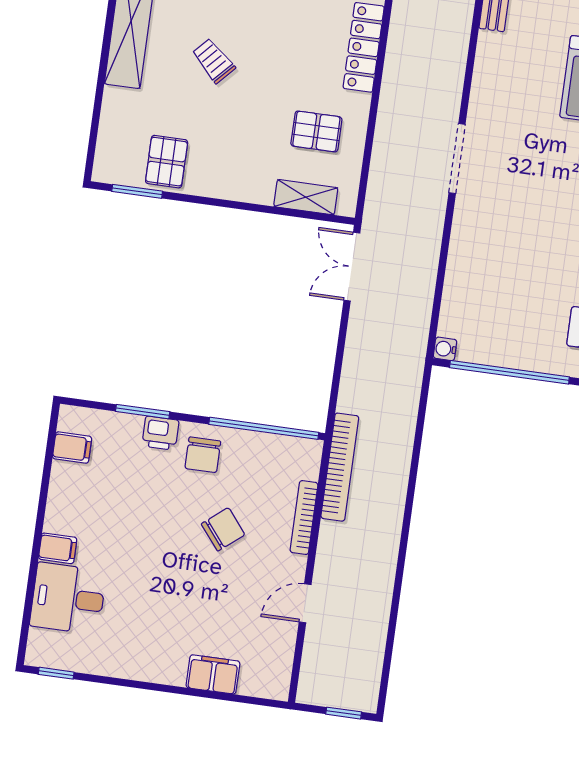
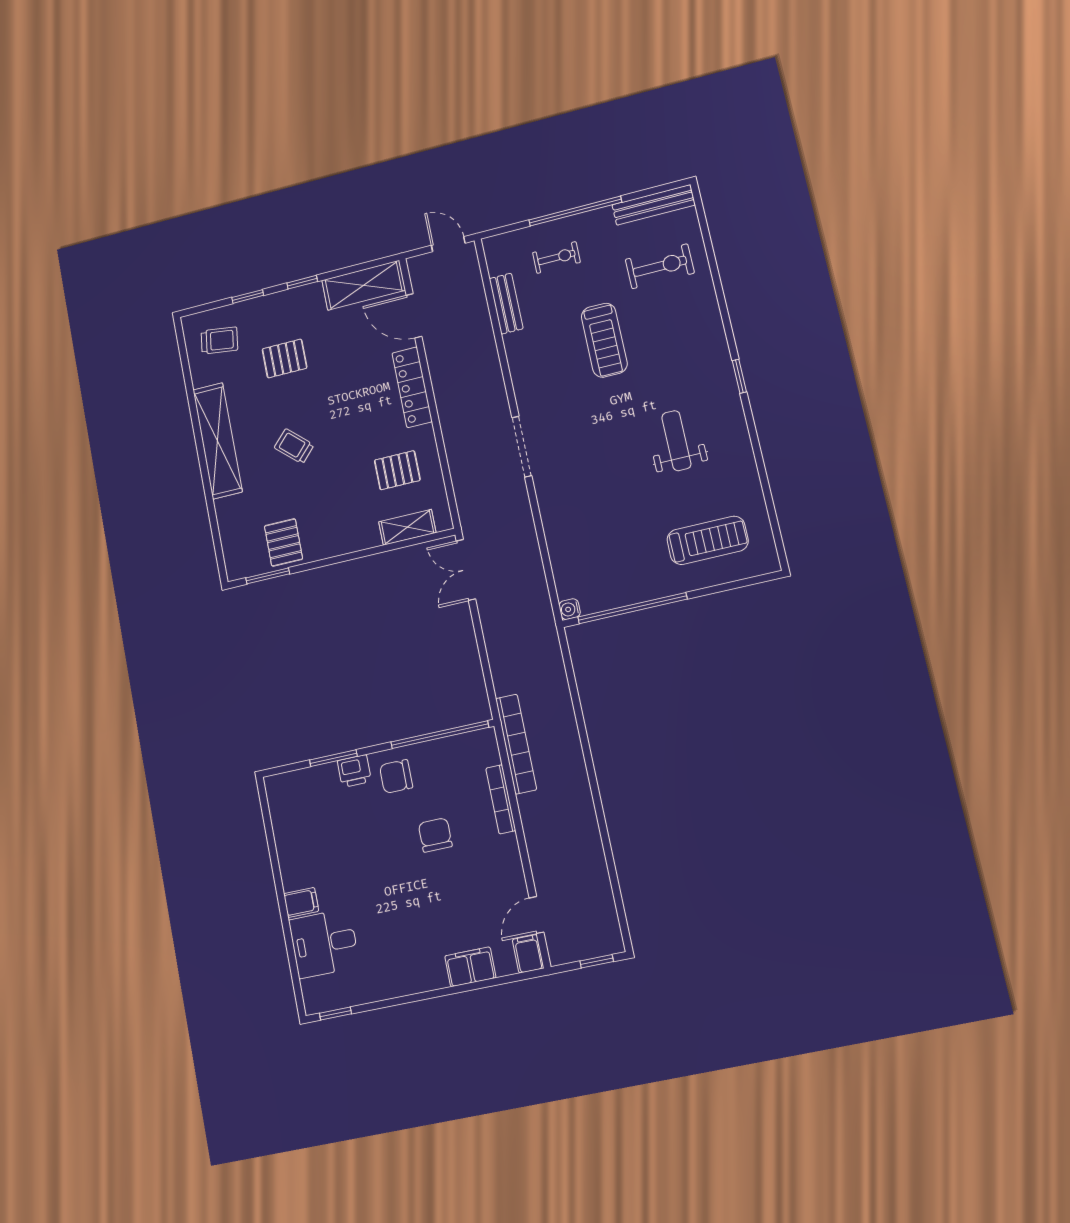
filing cabinet: (72, 448) -> (528, 954), moved, turned -90
chair: (203, 455) -> (396, 777), turned 90
chair: (223, 529) -> (435, 835), turned -51
door: (305, 603) -> (536, 915), moved

